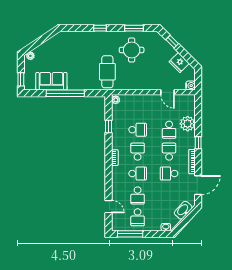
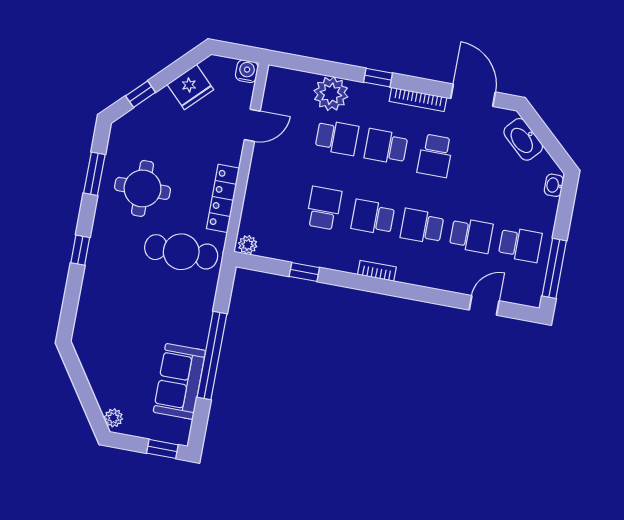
locker: (134, 85) -> (223, 198), added
school desk: (138, 174) -> (422, 226), turned -90

